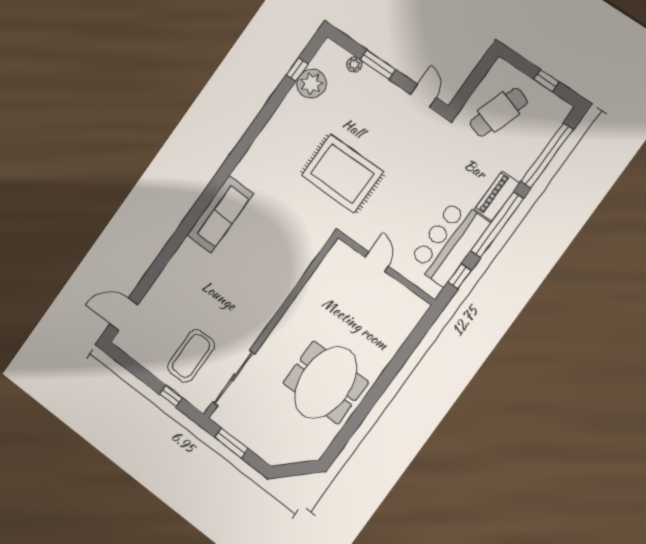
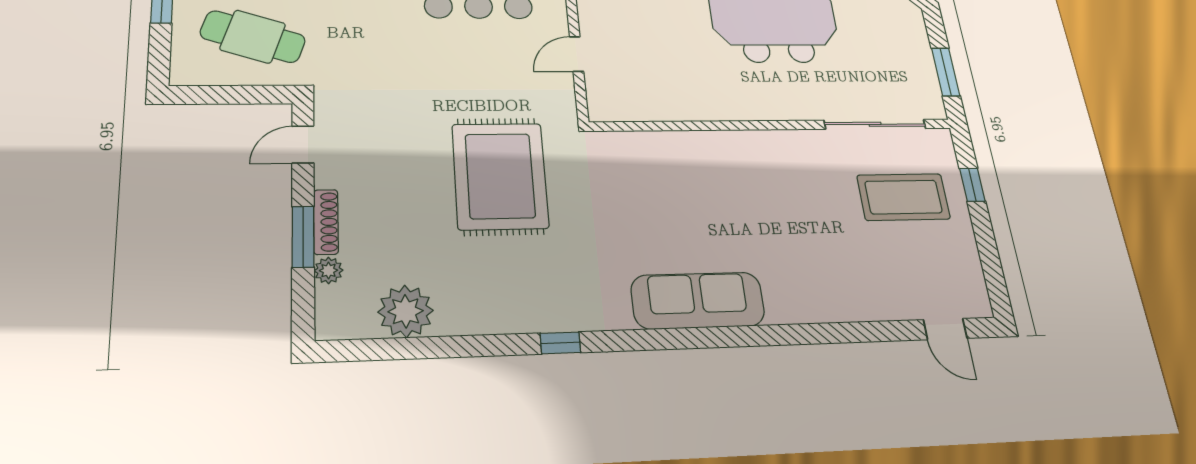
window: (297, 69) -> (560, 343), moved
shoe rack: (378, 79) -> (326, 222), added
door: (124, 314) -> (945, 329), width x0.73

